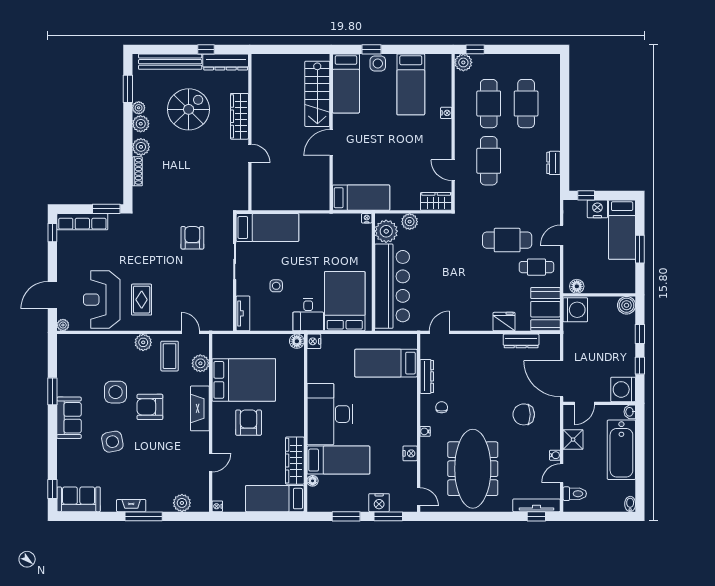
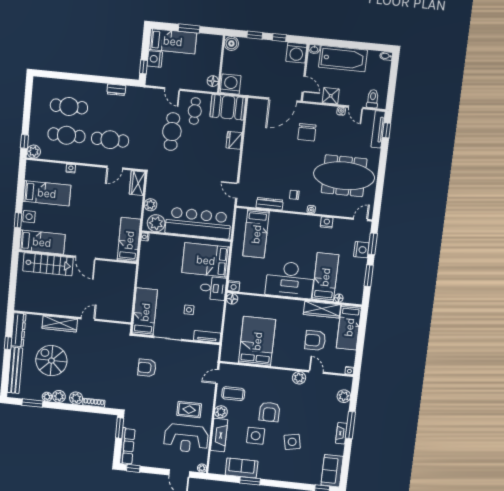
dresser: (521, 341) -> (250, 129), removed
plant: (200, 363) -> (299, 378), moved
fireplace: (200, 408) -> (219, 435), moved, turned -90
sofa: (69, 418) -> (242, 468), moved
armchair: (249, 423) -> (315, 340), moved

